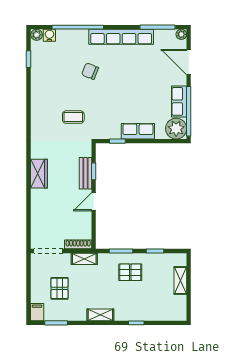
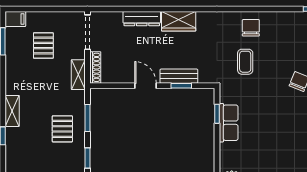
chair: (45, 112) -> (251, 28), added
row of seats: (138, 131) -> (229, 123), moved
dresser: (37, 205) -> (142, 19), added
pallet: (60, 288) -> (43, 46), turned 90
shelving: (100, 315) -> (12, 111), moved

